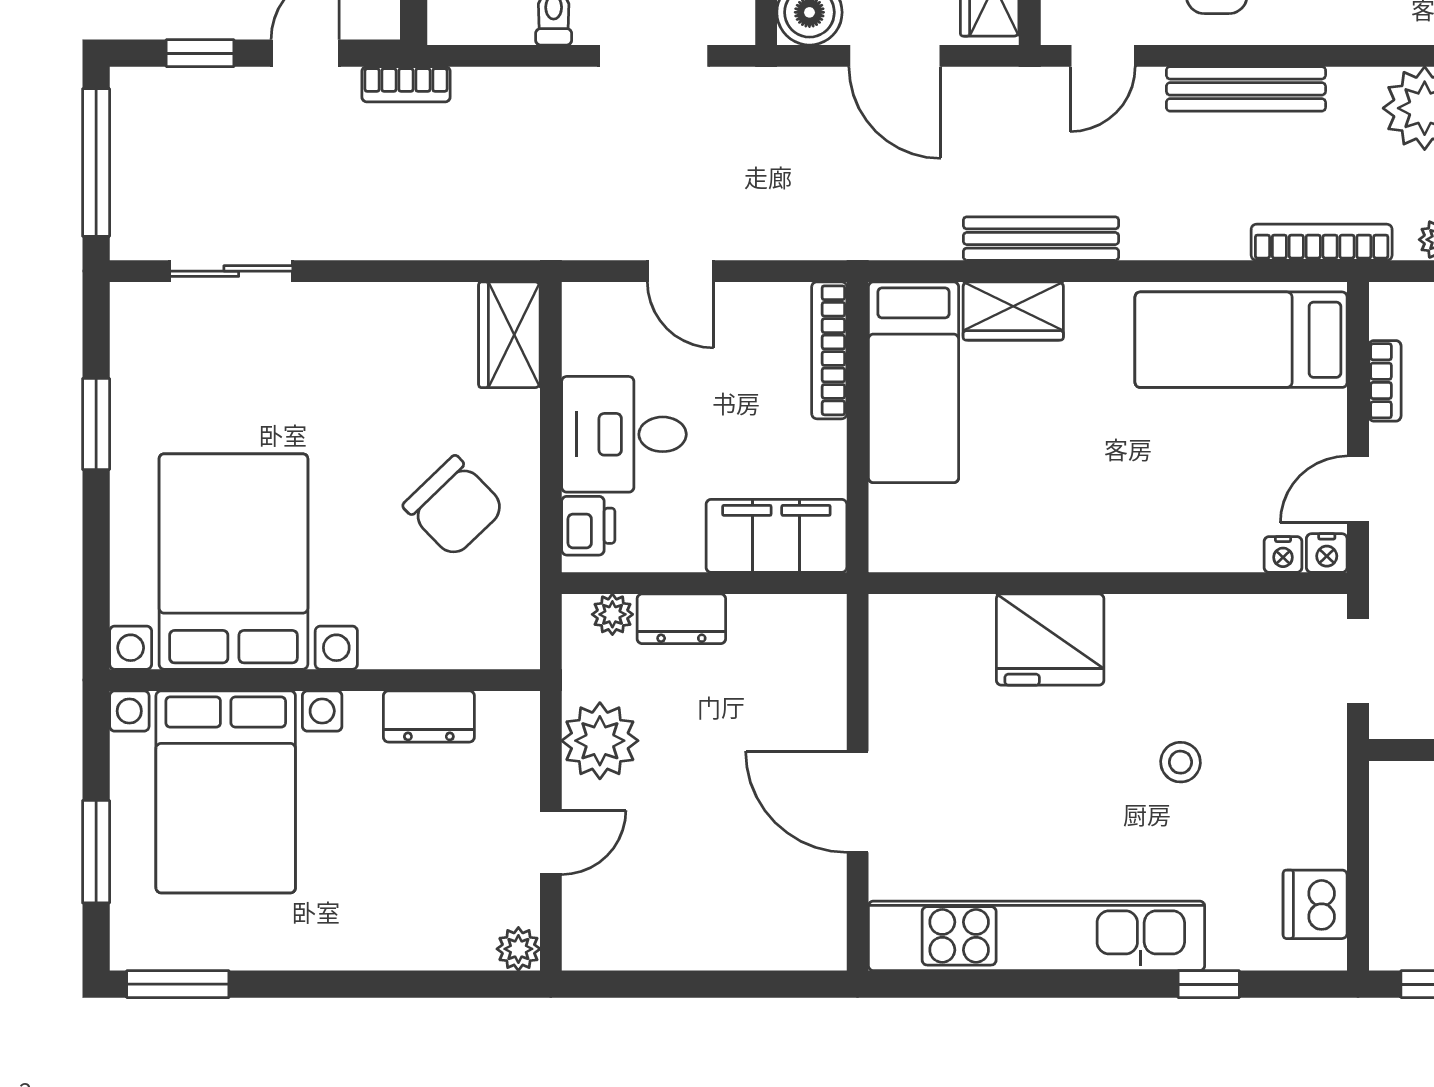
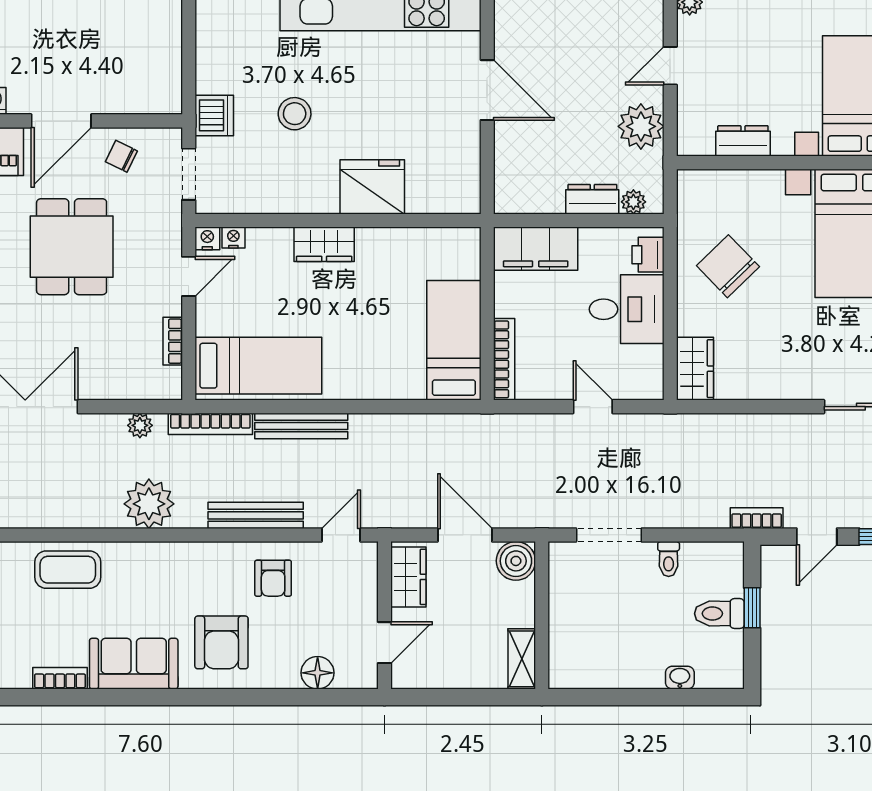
bench: (1041, 239) -> (301, 426), moved
wardrobe: (1013, 311) -> (324, 244), moved, turned 180
stool: (1181, 762) -> (295, 114), width x1.37, depth x1.37
dishwasher: (1315, 904) -> (214, 115), moved

